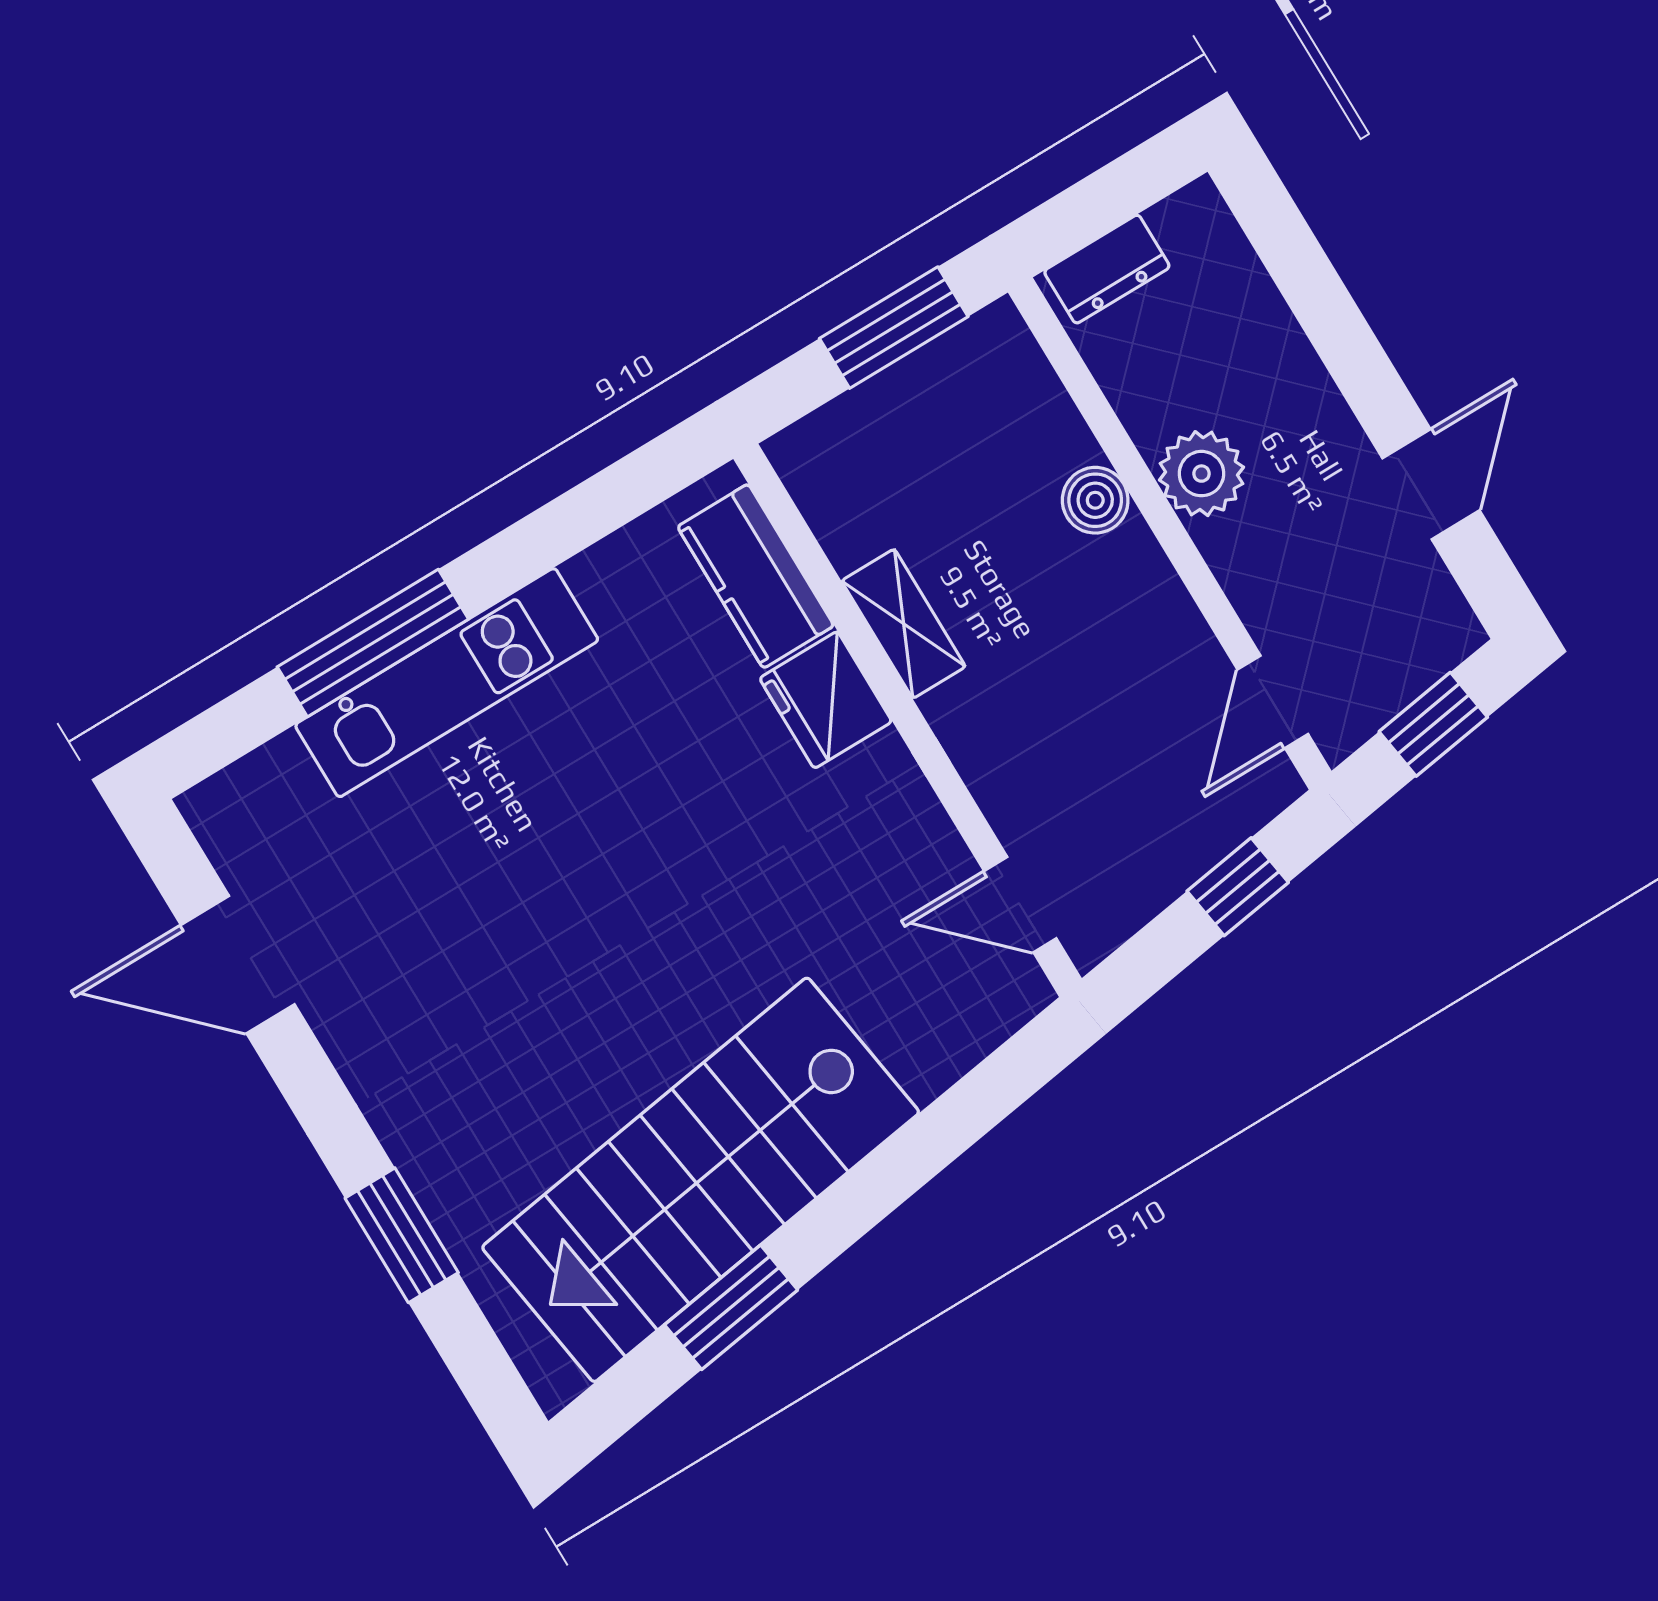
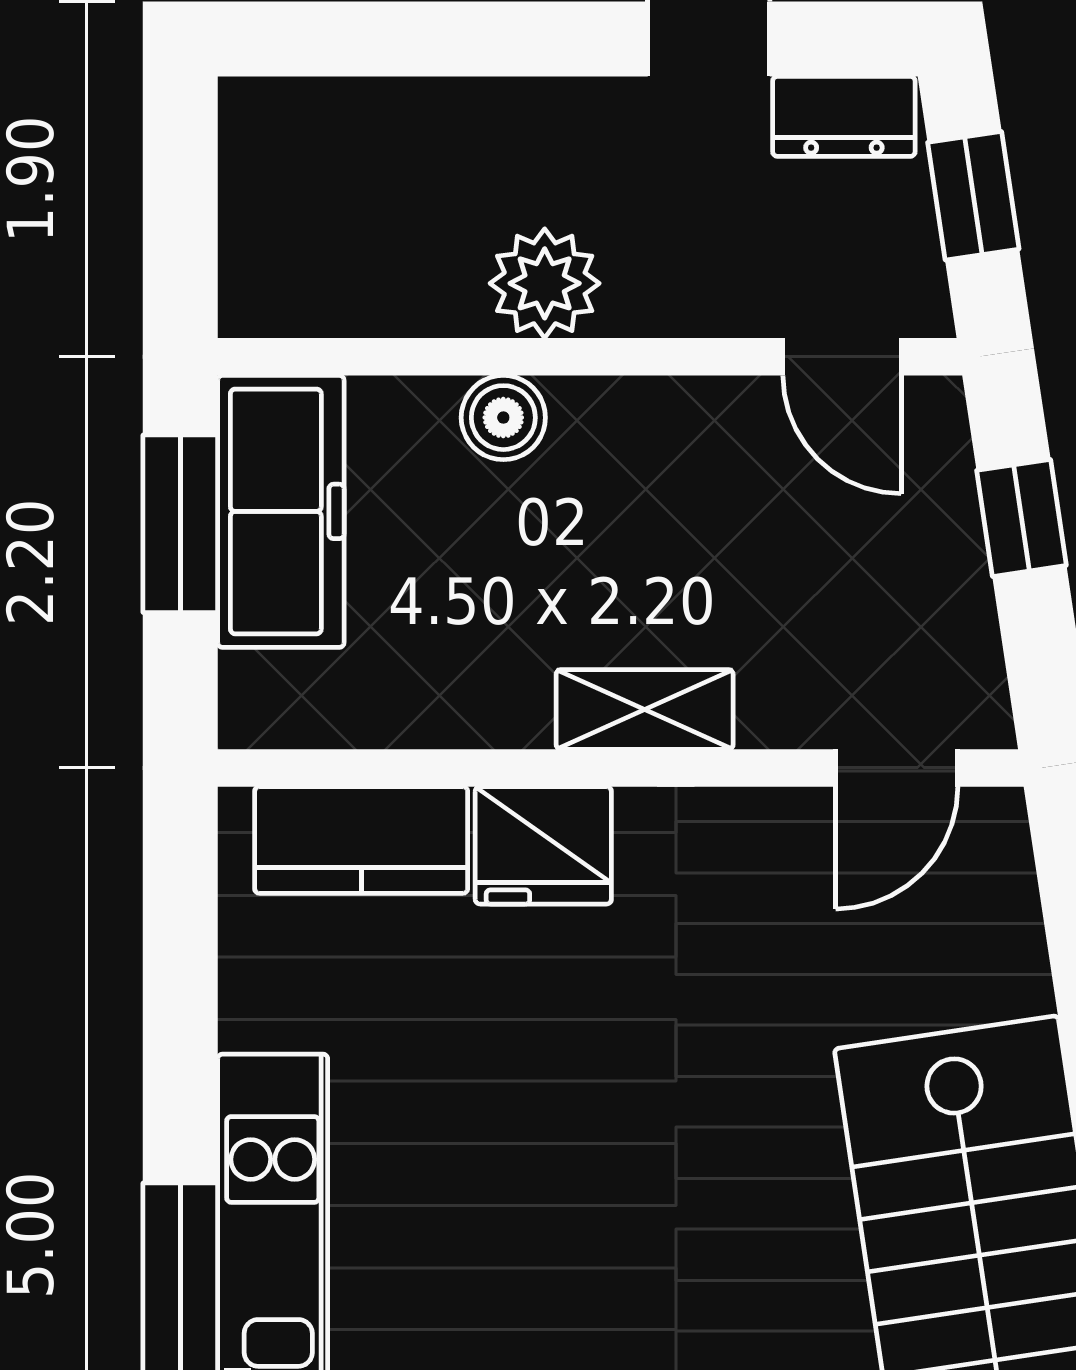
dresser: (1107, 269) -> (844, 116), moved, turned 90
freezer: (943, 390) -> (281, 511), added
shelving: (904, 624) -> (645, 709), moved

